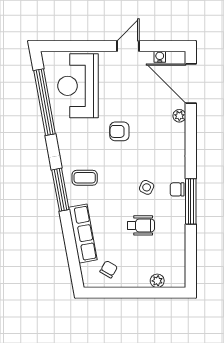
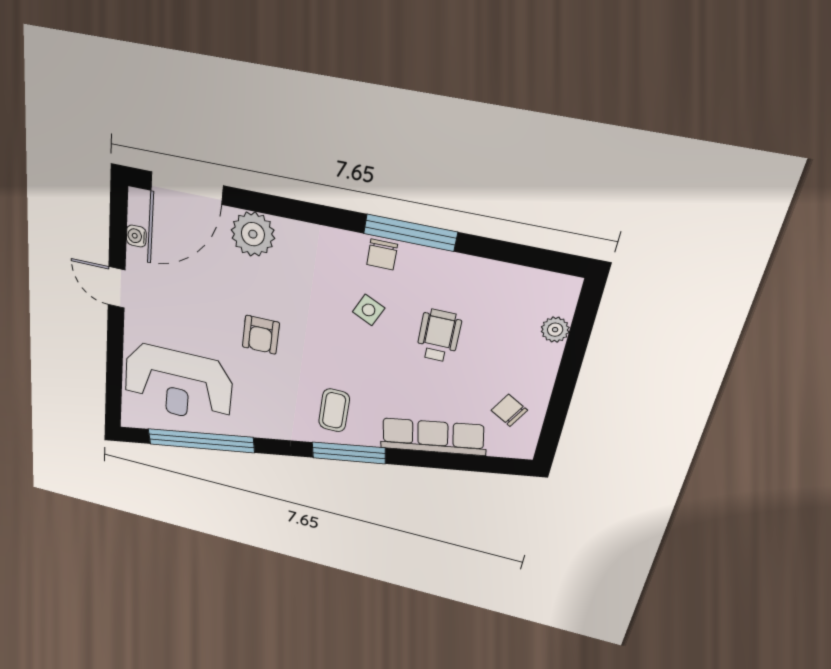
plant: (179, 116) -> (253, 234), width x1.88, depth x1.88

